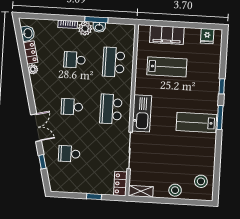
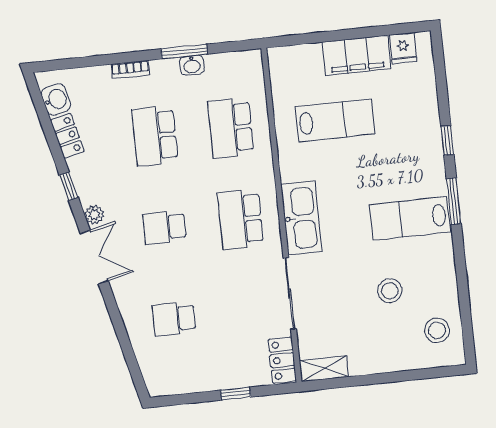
plant: (85, 29) -> (165, 72), removed
filing cabinet: (167, 35) -> (357, 55), moved
school desk: (75, 60) -> (155, 136), width x1.85
plant: (33, 69) -> (94, 215), moved
double door: (36, 128) -> (94, 257), moved
window: (42, 162) -> (69, 186), moved
stool: (175, 190) -> (390, 291), moved

